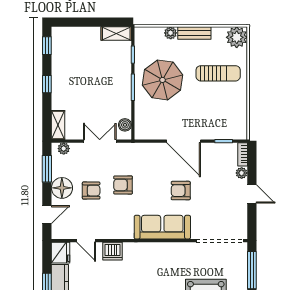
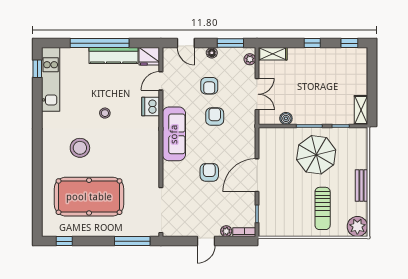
plant: (171, 33) -> (362, 162), removed
boiler: (125, 125) -> (286, 118), moved
floor lamp: (62, 188) -> (212, 53), width x0.53, depth x0.53
sofa: (162, 227) -> (174, 134), moved

